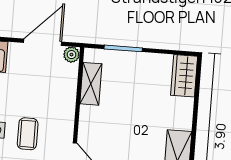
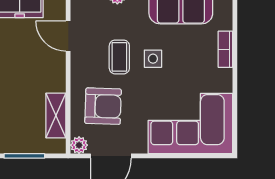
armchair: (46, 89) -> (103, 106), added

